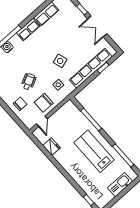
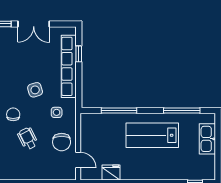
chair: (20, 104) -> (13, 114), moved

